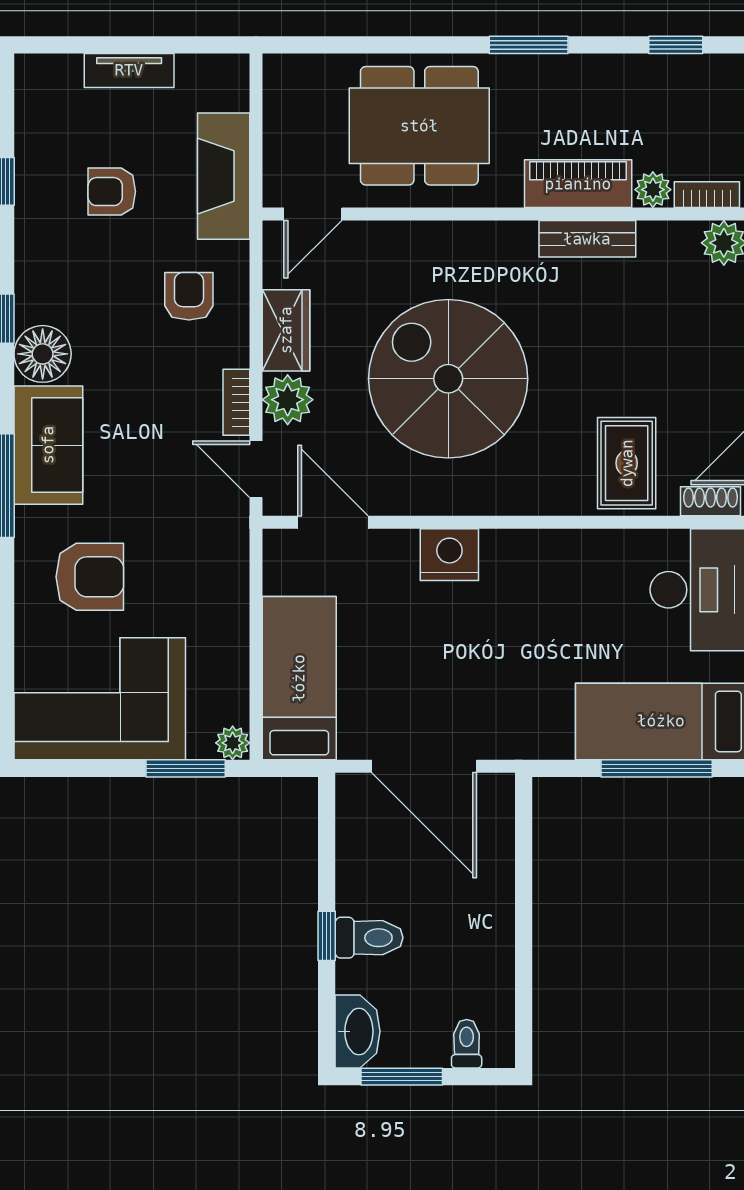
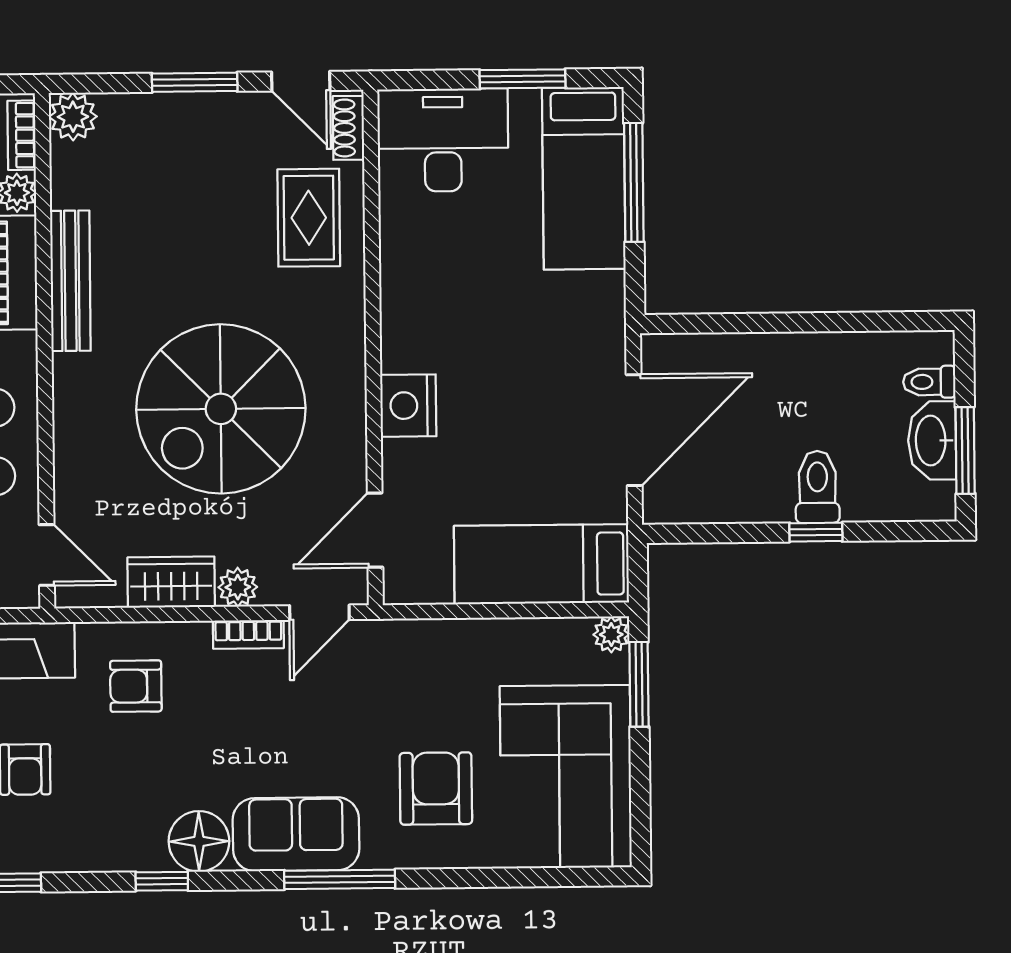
bench: (587, 239) -> (70, 281), width x1.36
plant: (288, 400) -> (238, 587), width x0.73, depth x0.73
rug: (627, 463) -> (309, 218), turned 90
washbasin: (358, 1031) -> (932, 440), moved, turned -90

